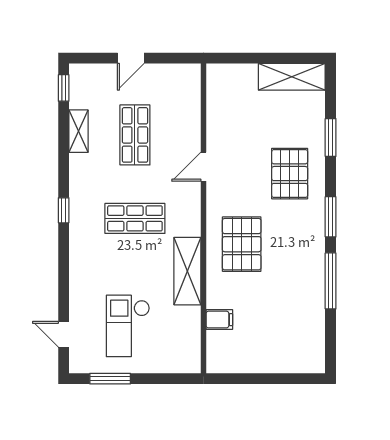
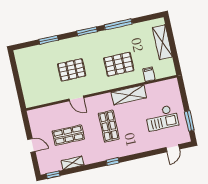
shelving: (292, 77) -> (162, 42), moved
pallet: (290, 174) -> (72, 70), moved
pallet: (242, 244) -> (119, 64), moved

